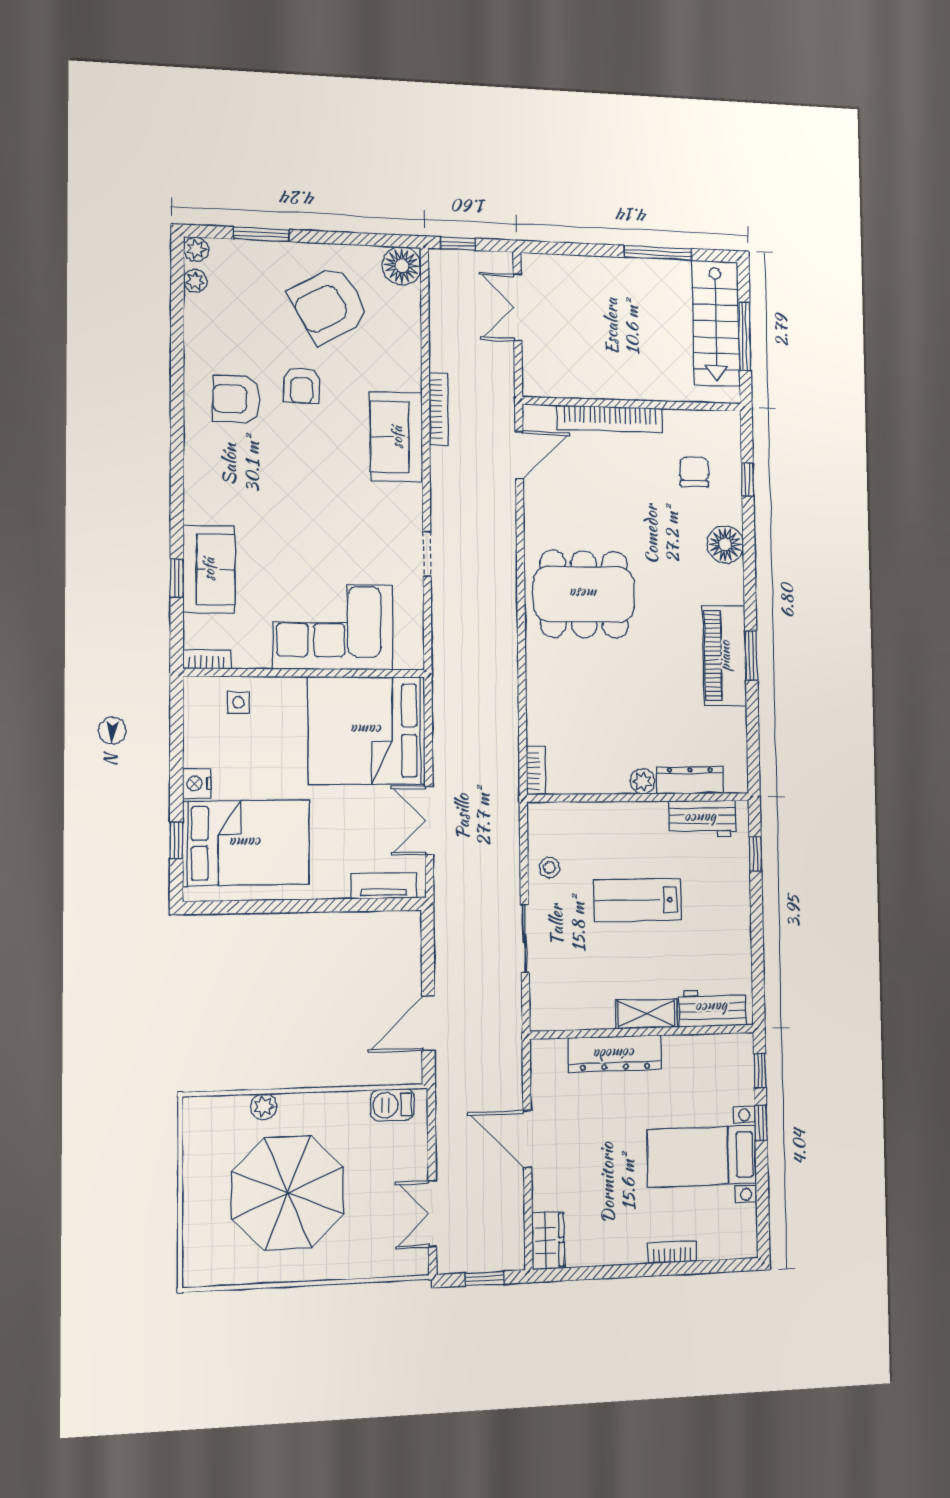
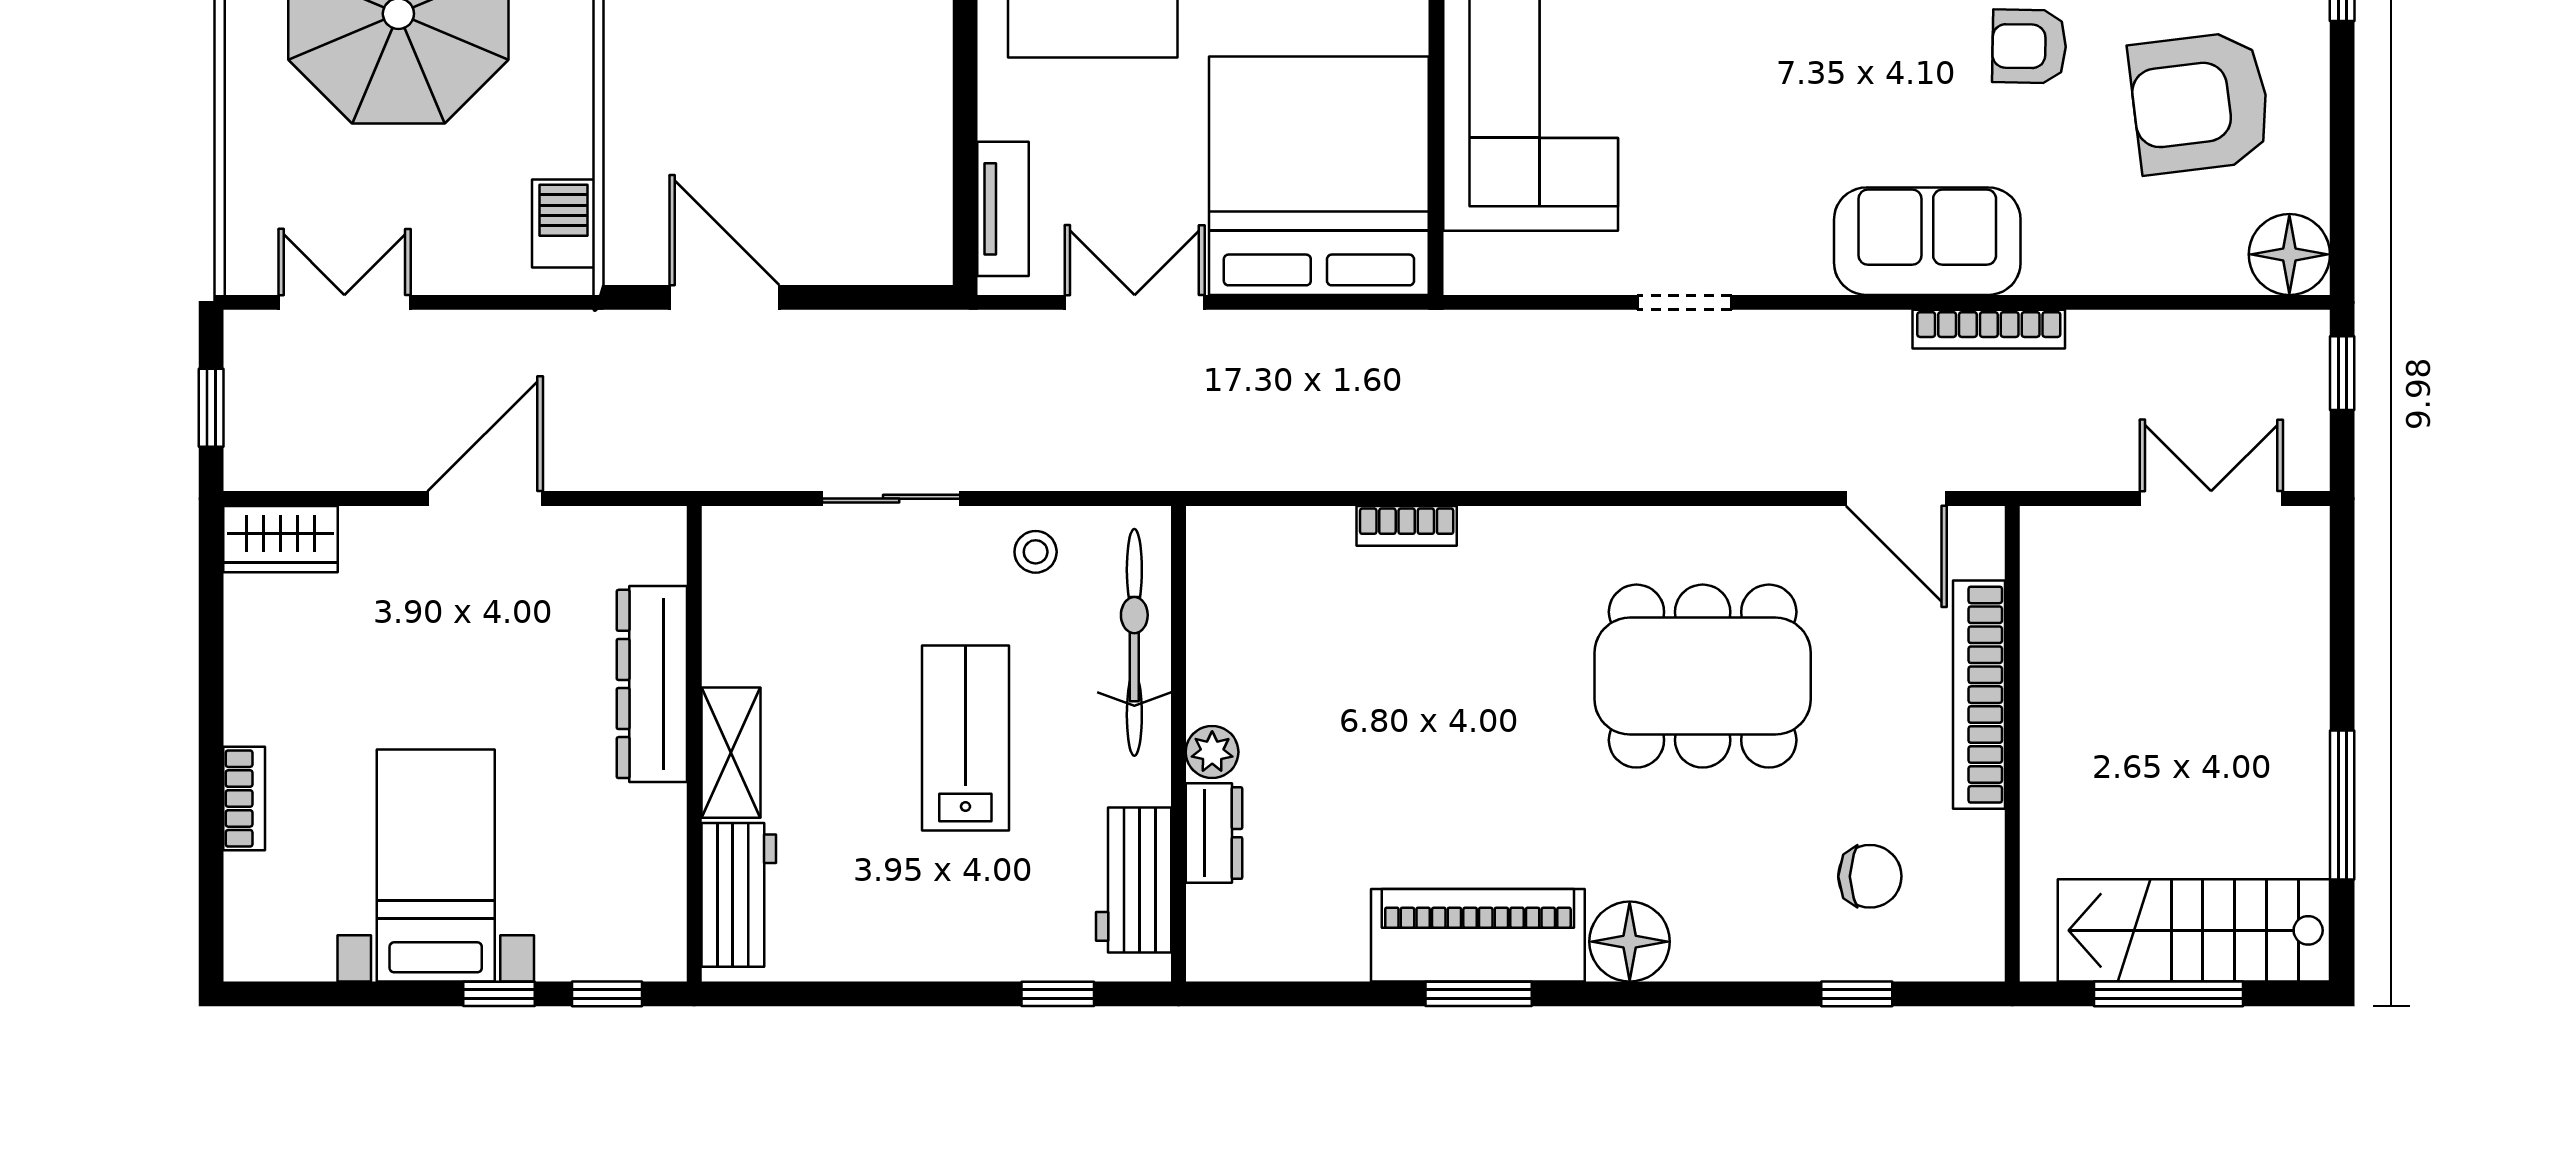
armchair: (329, 305) -> (2200, 103), turned -68
floor lamp: (725, 544) -> (1630, 942), moved
dining table: (584, 594) -> (1703, 676), moved, turned 90
bookcase: (536, 771) -> (1407, 526), moved
dresser: (690, 780) -> (1214, 833), width x0.70
bicycle: (592, 819) -> (1134, 642), added

